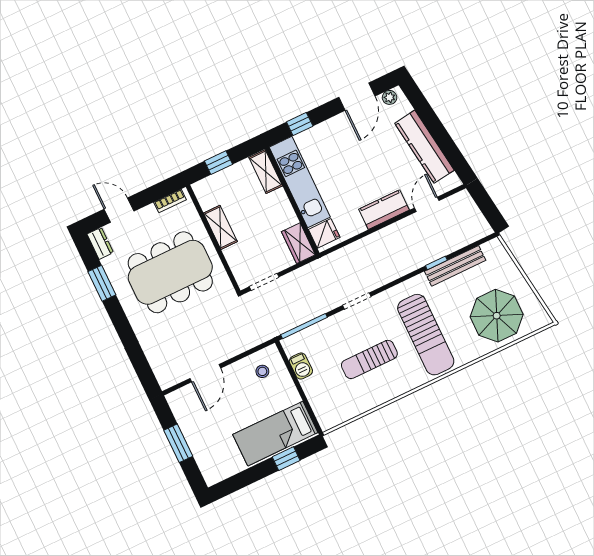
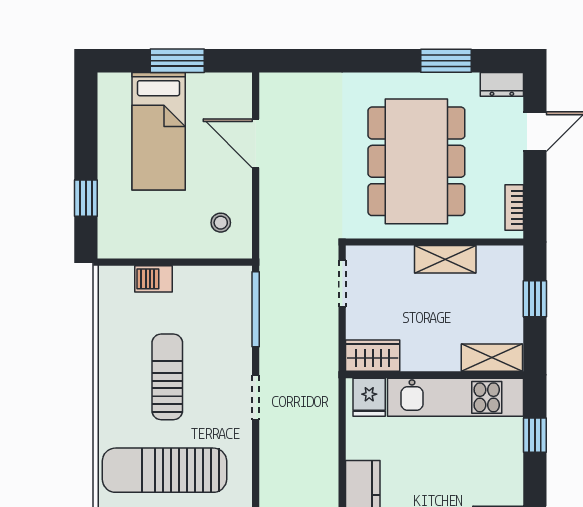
barbecue: (301, 366) -> (153, 279), moved
bed: (275, 434) -> (159, 131), moved, turned 180

